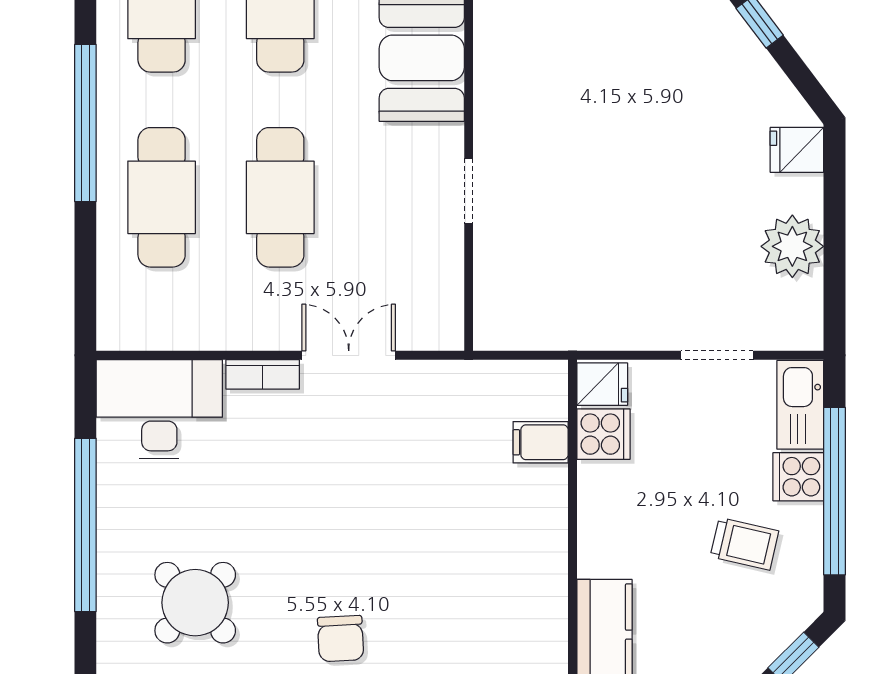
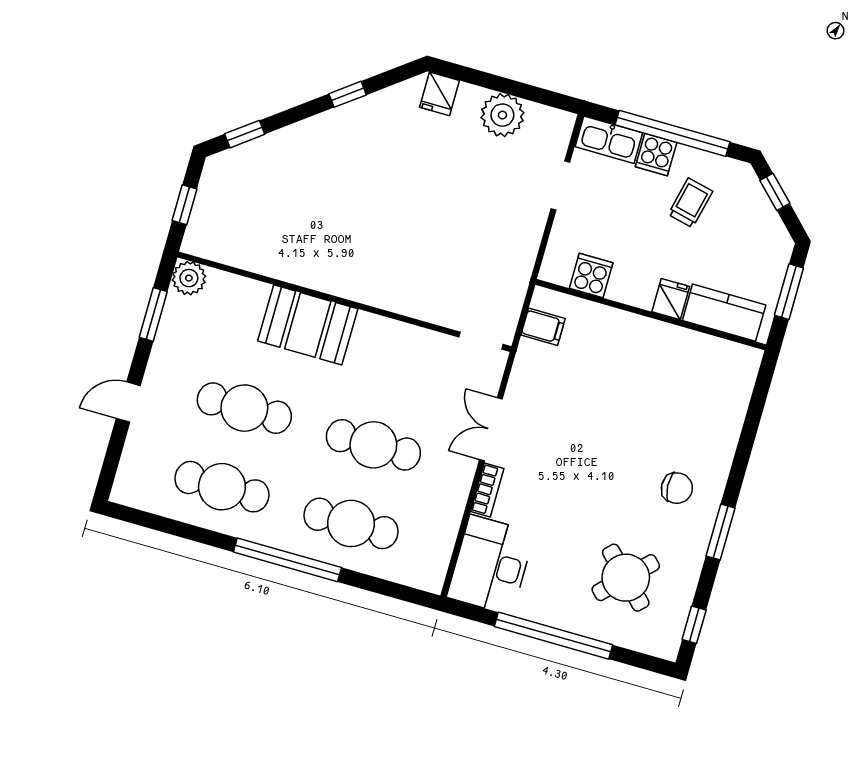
doorway: (469, 191) -> (481, 341), moved
fridge: (602, 384) -> (671, 299), moved
filing cabinet: (541, 442) -> (543, 327), moved, turned -90

